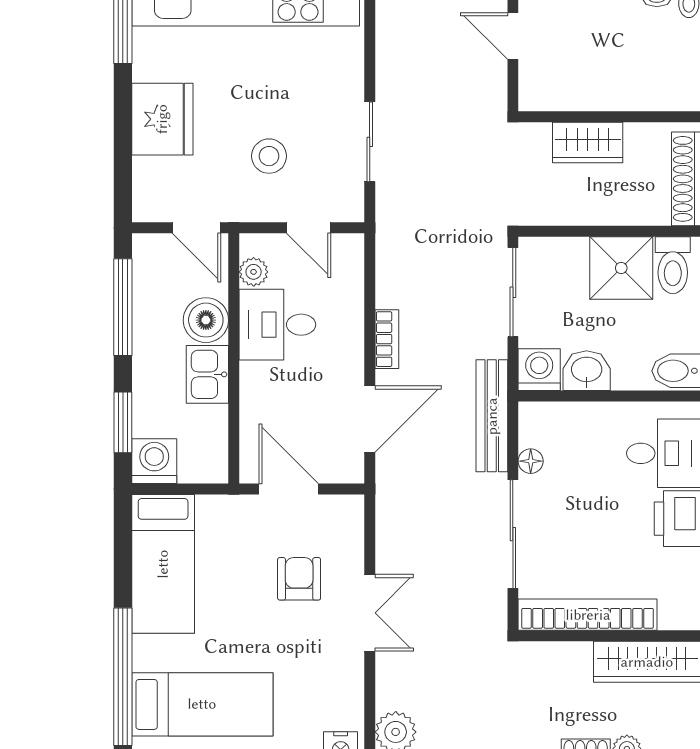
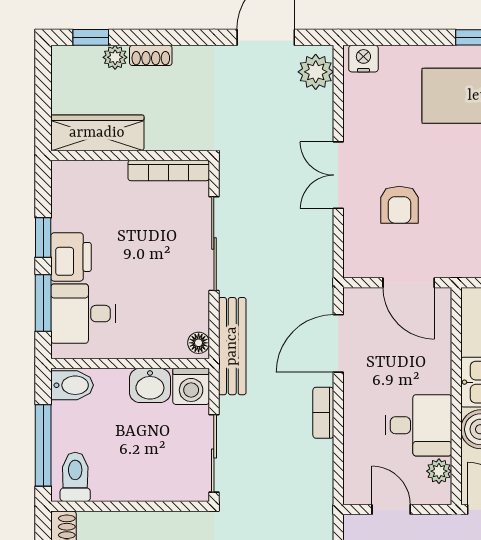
shower: (621, 268) -> (120, 474), removed
floor lamp: (531, 461) -> (199, 343), moved
bookcase: (588, 615) -> (169, 170), width x0.68, depth x0.76

